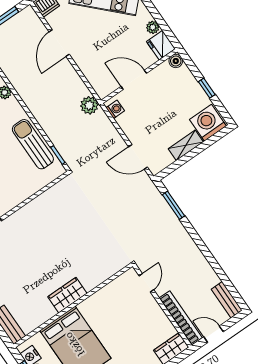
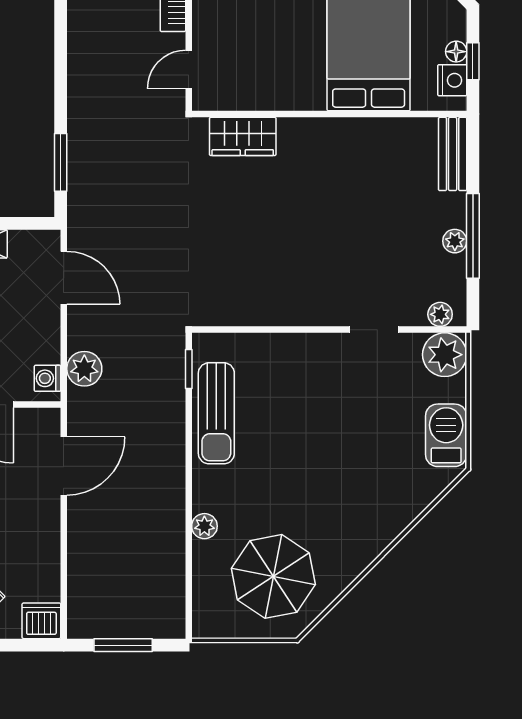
door: (59, 43) -> (64, 466), moved
plant: (89, 105) -> (84, 369), moved
wardrobe: (67, 295) -> (243, 136), moved

